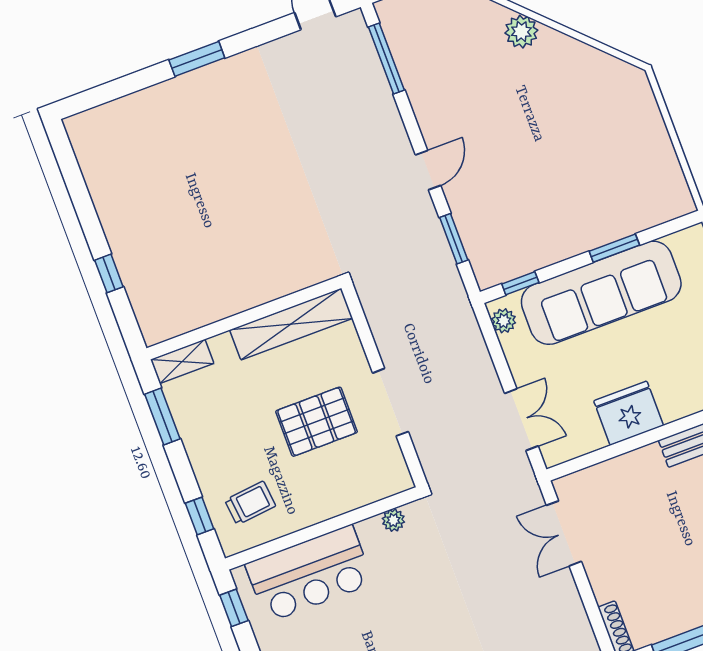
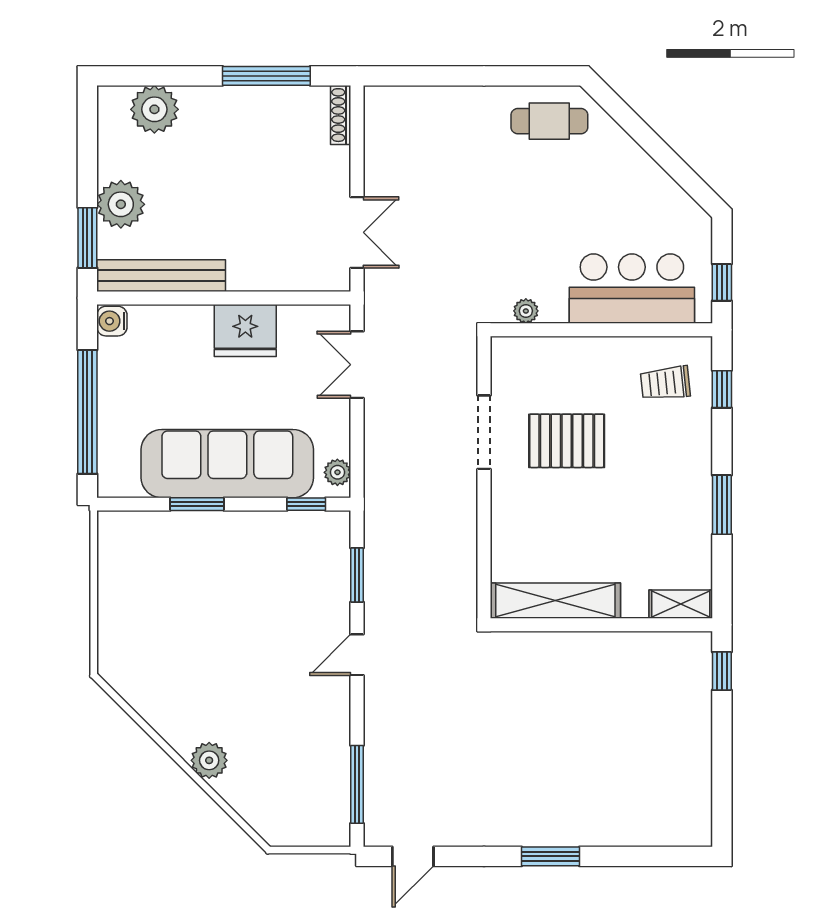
wall: (244, 318) -> (601, 625), moved
shelving: (291, 324) -> (555, 601), moved
shelving: (182, 361) -> (681, 604), moved

